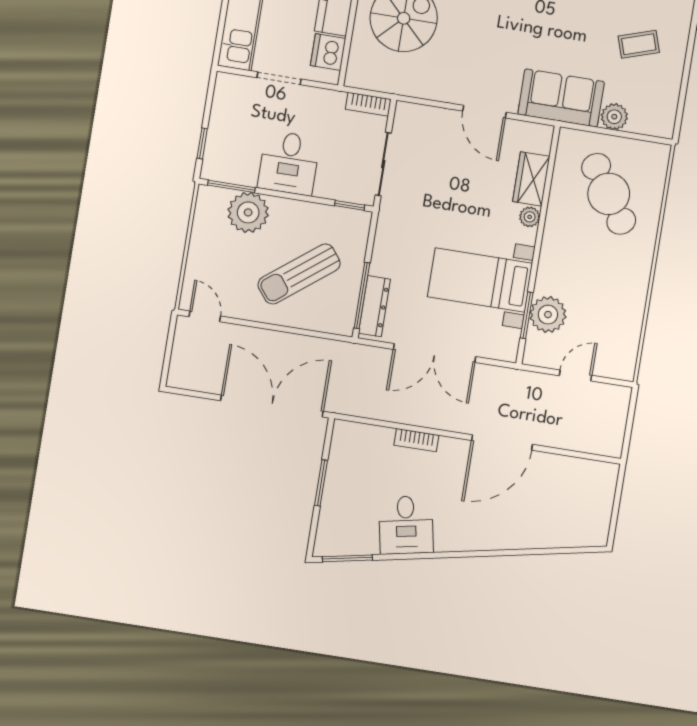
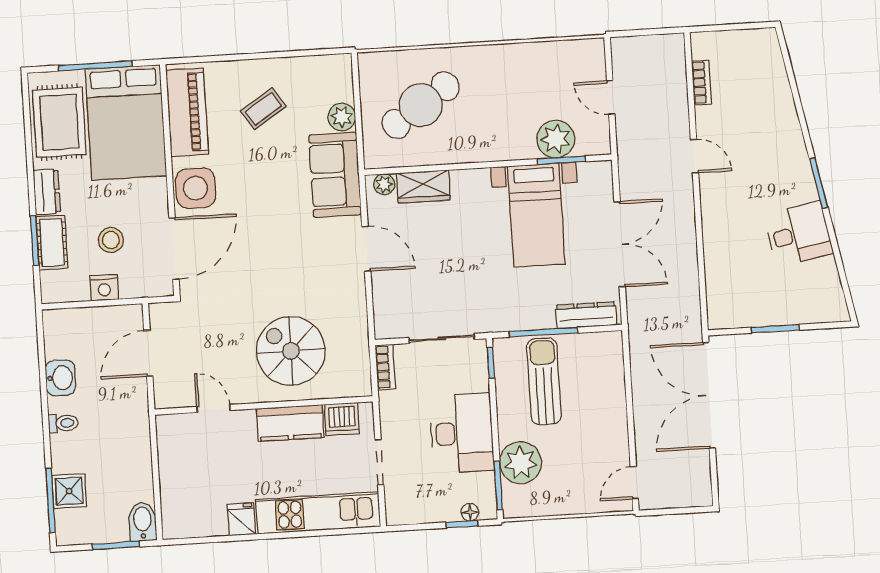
coffee table: (639, 44) -> (263, 109), turned 75
door: (484, 112) -> (366, 249), hinge flipped
floor lamp: (212, 154) -> (470, 512), added
desk: (289, 163) -> (462, 433), width x1.37
plant: (530, 217) -> (384, 184), moved
sun lounger: (299, 274) -> (544, 381), moved, turned -142
window: (362, 295) -> (543, 332), moved
bookcase: (416, 440) -> (701, 82), moved
door: (502, 442) -> (694, 156), width x0.53
window: (347, 558) -> (819, 183), moved

